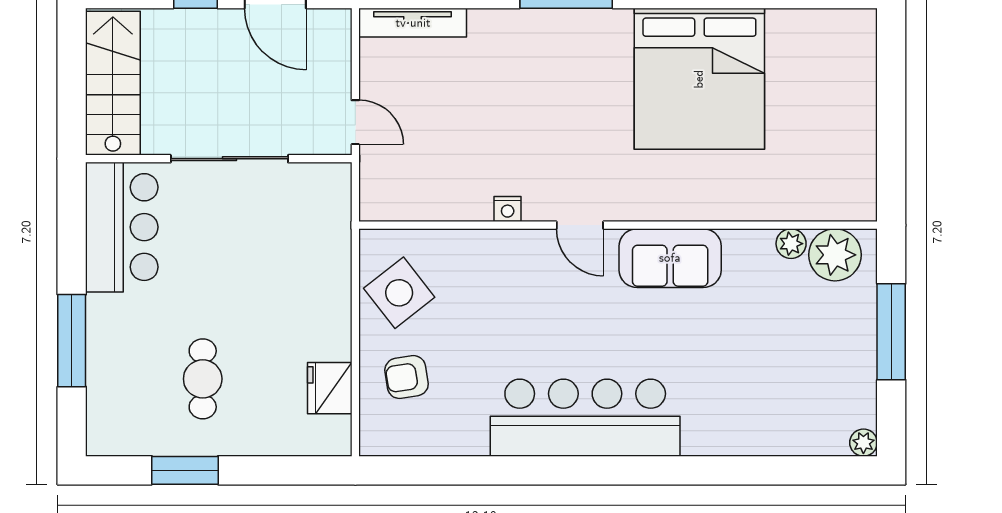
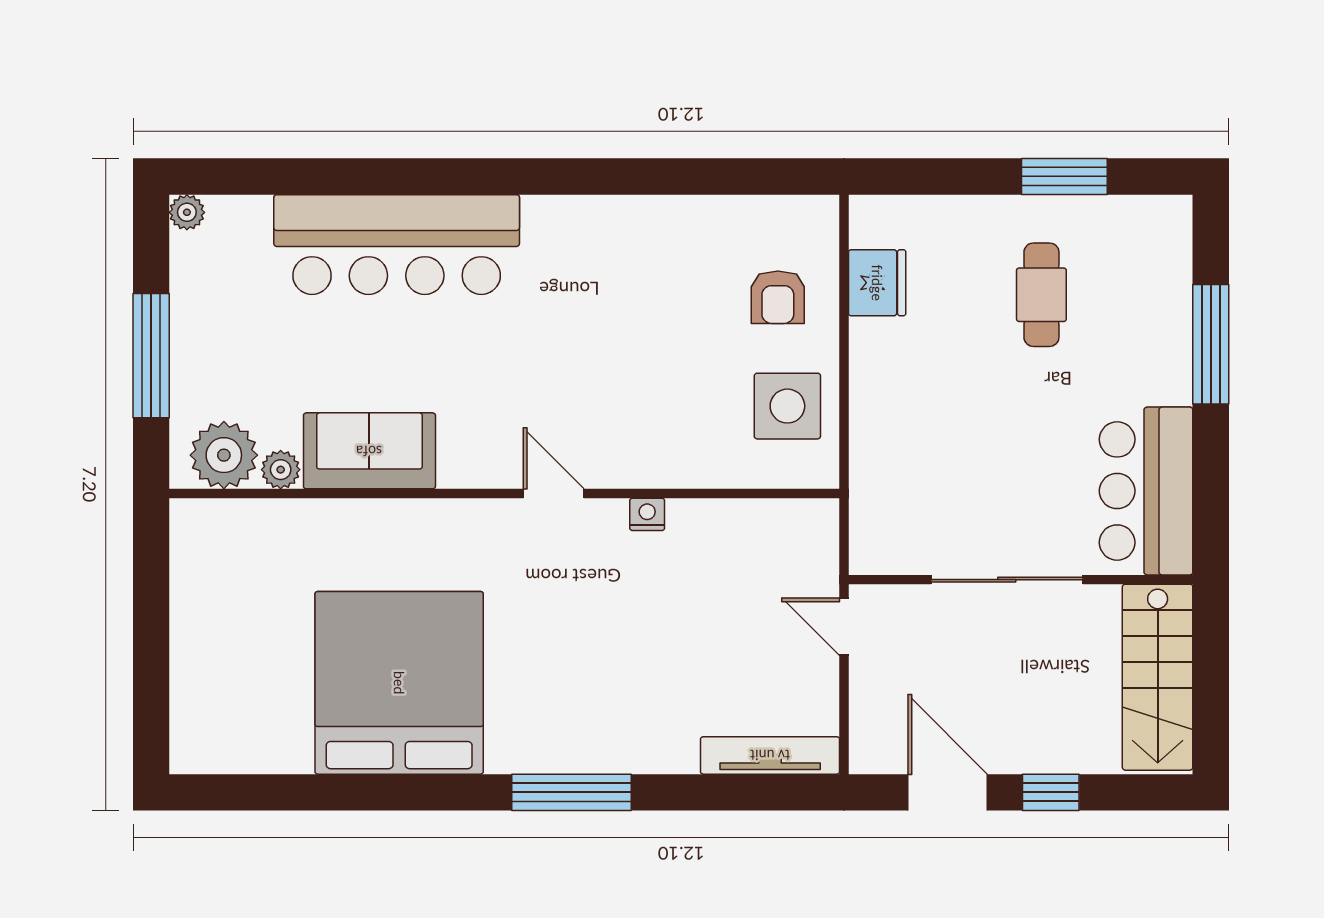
sofa: (670, 258) -> (369, 451), moved
side table: (399, 293) -> (787, 406), turned 38
armchair: (407, 377) -> (778, 297), turned 99
bar counter: (585, 418) -> (397, 245), moved

